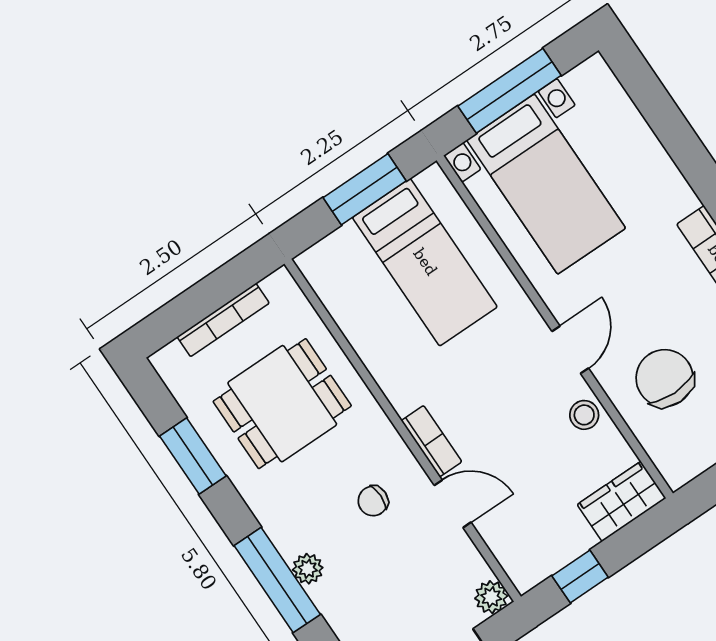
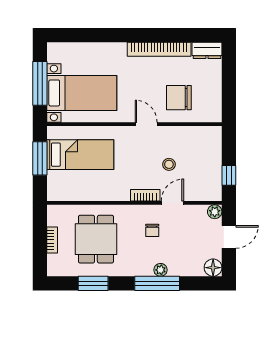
bookcase: (223, 320) -> (52, 240), width x0.64
stool: (584, 415) -> (169, 164), moved
wardrobe: (622, 501) -> (212, 143), removed

